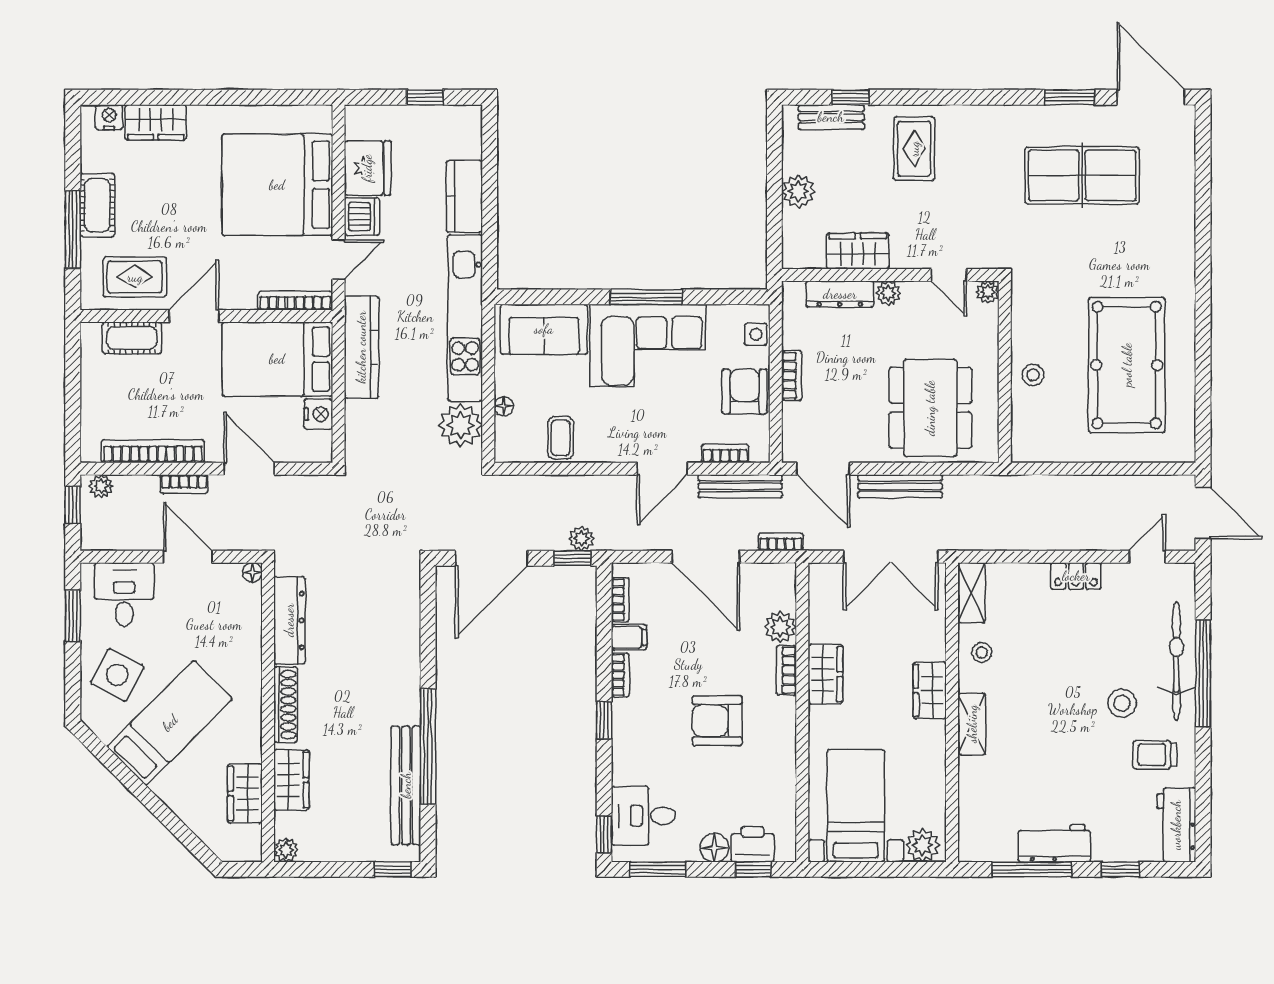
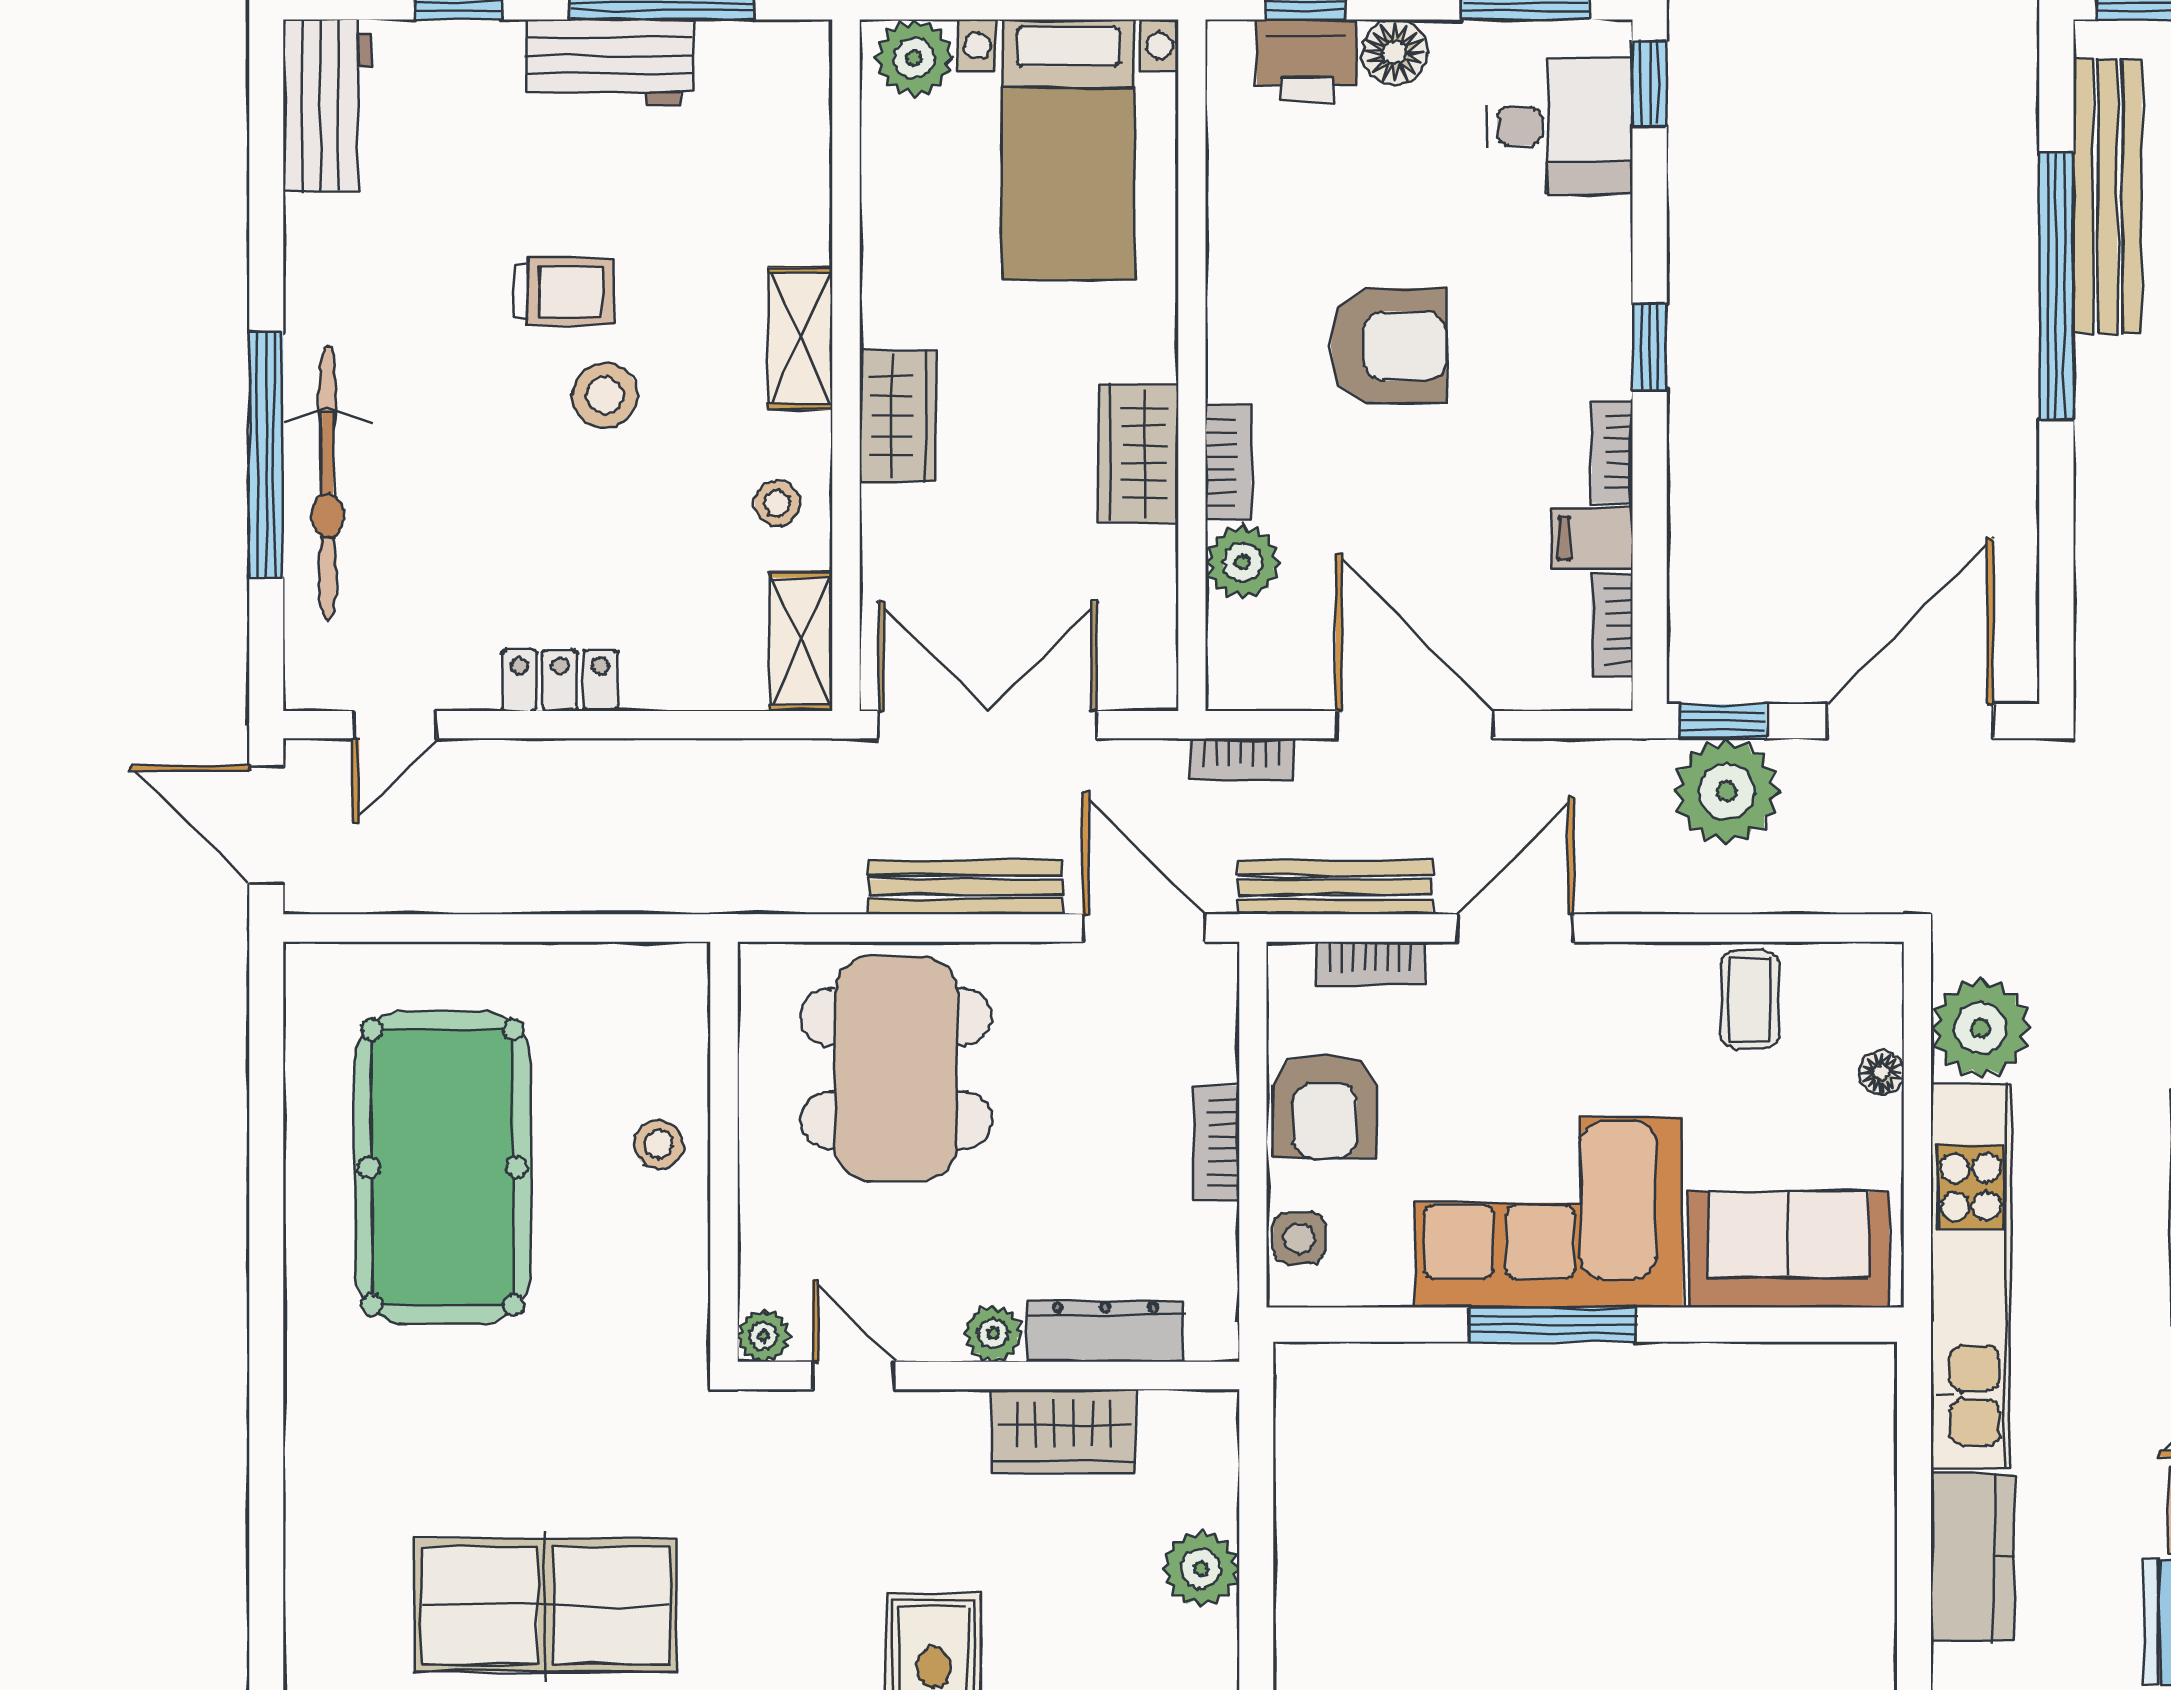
plant: (581, 539) -> (1727, 791), width x1.87, depth x1.87
stool: (1122, 703) -> (605, 395), moved
trolley: (1155, 755) -> (564, 291), moved

